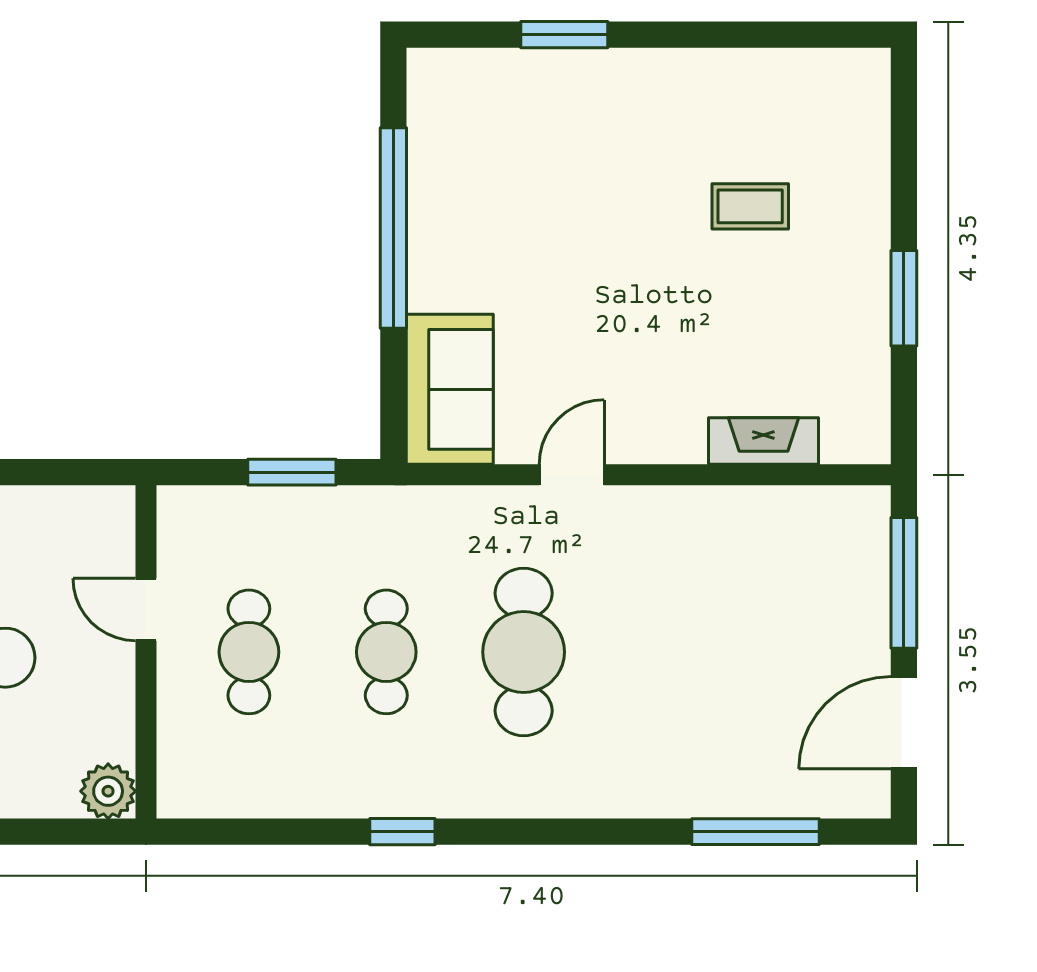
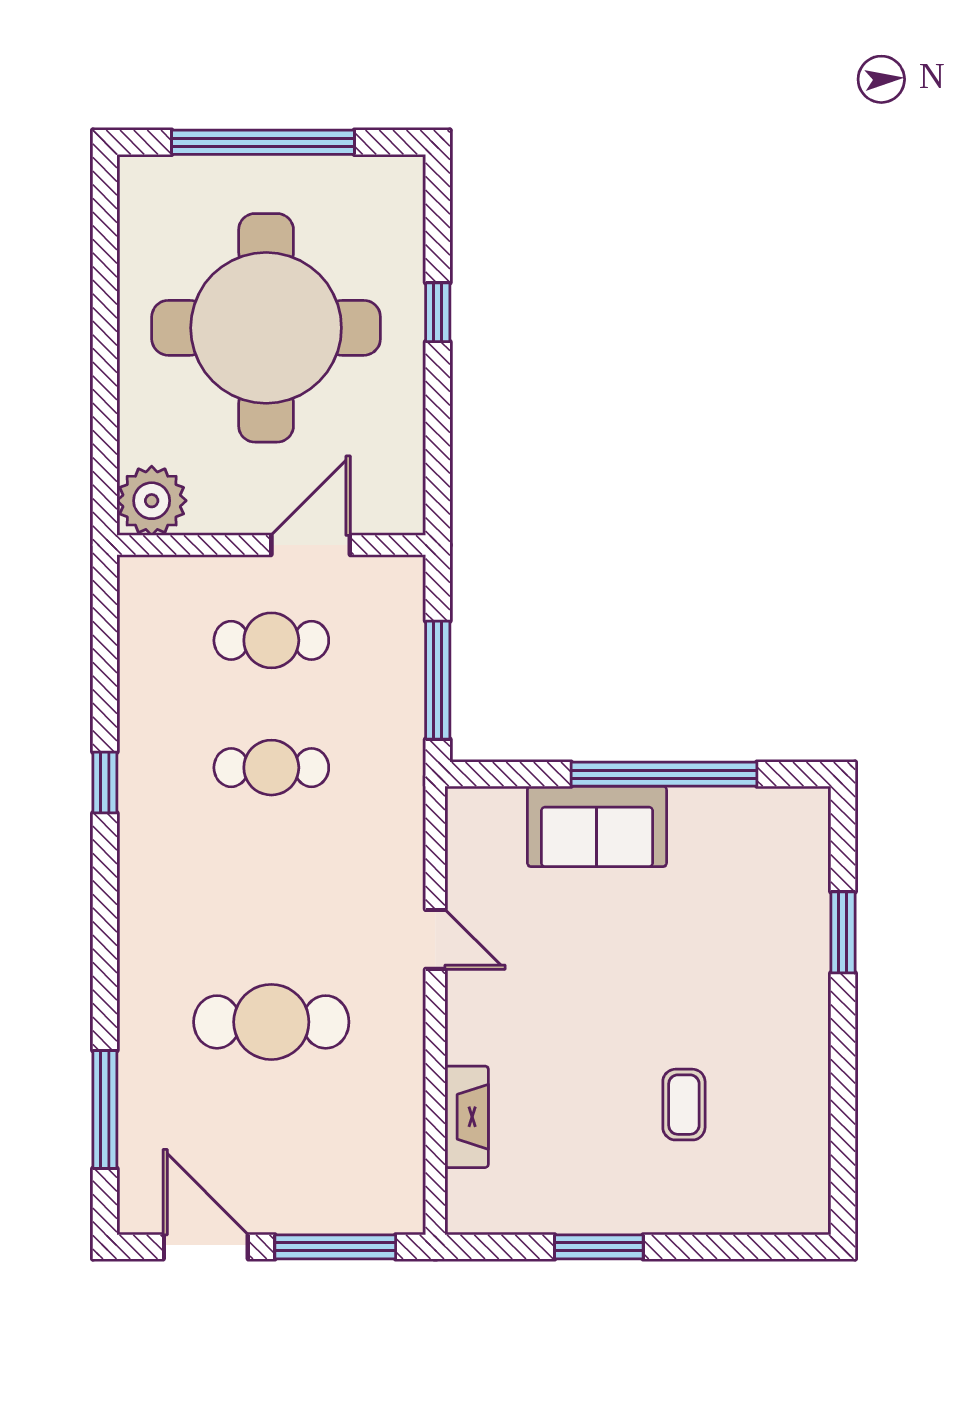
sofa: (450, 389) -> (597, 826), moved
window: (292, 472) -> (438, 680), width x1.44
door: (146, 610) -> (311, 545), width x1.38
cafe table: (524, 652) -> (271, 1022), moved
plant: (108, 791) -> (152, 501), width x1.36, depth x1.36

